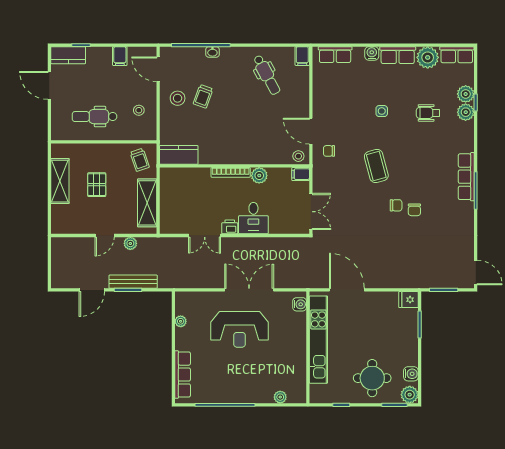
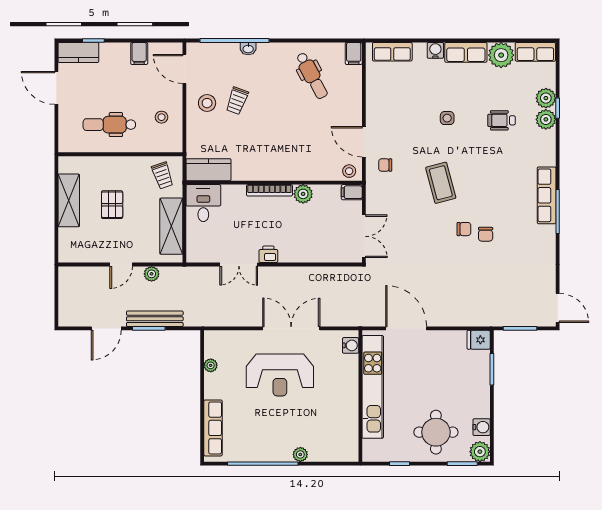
desk: (253, 218) -> (203, 203), moved, turned 180
plant: (280, 397) -> (300, 454), moved

